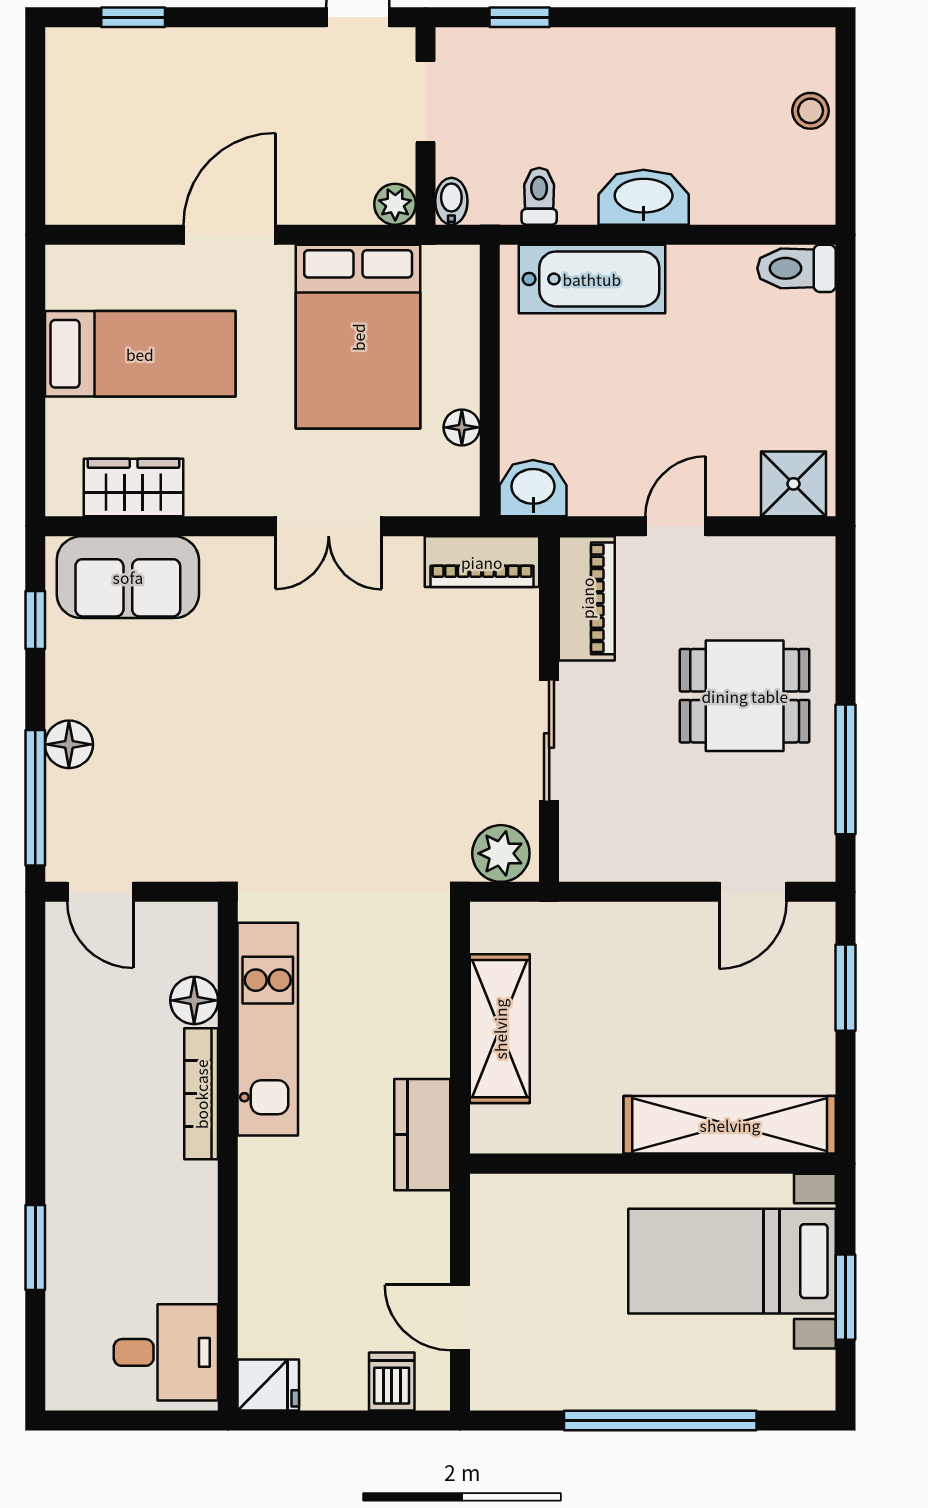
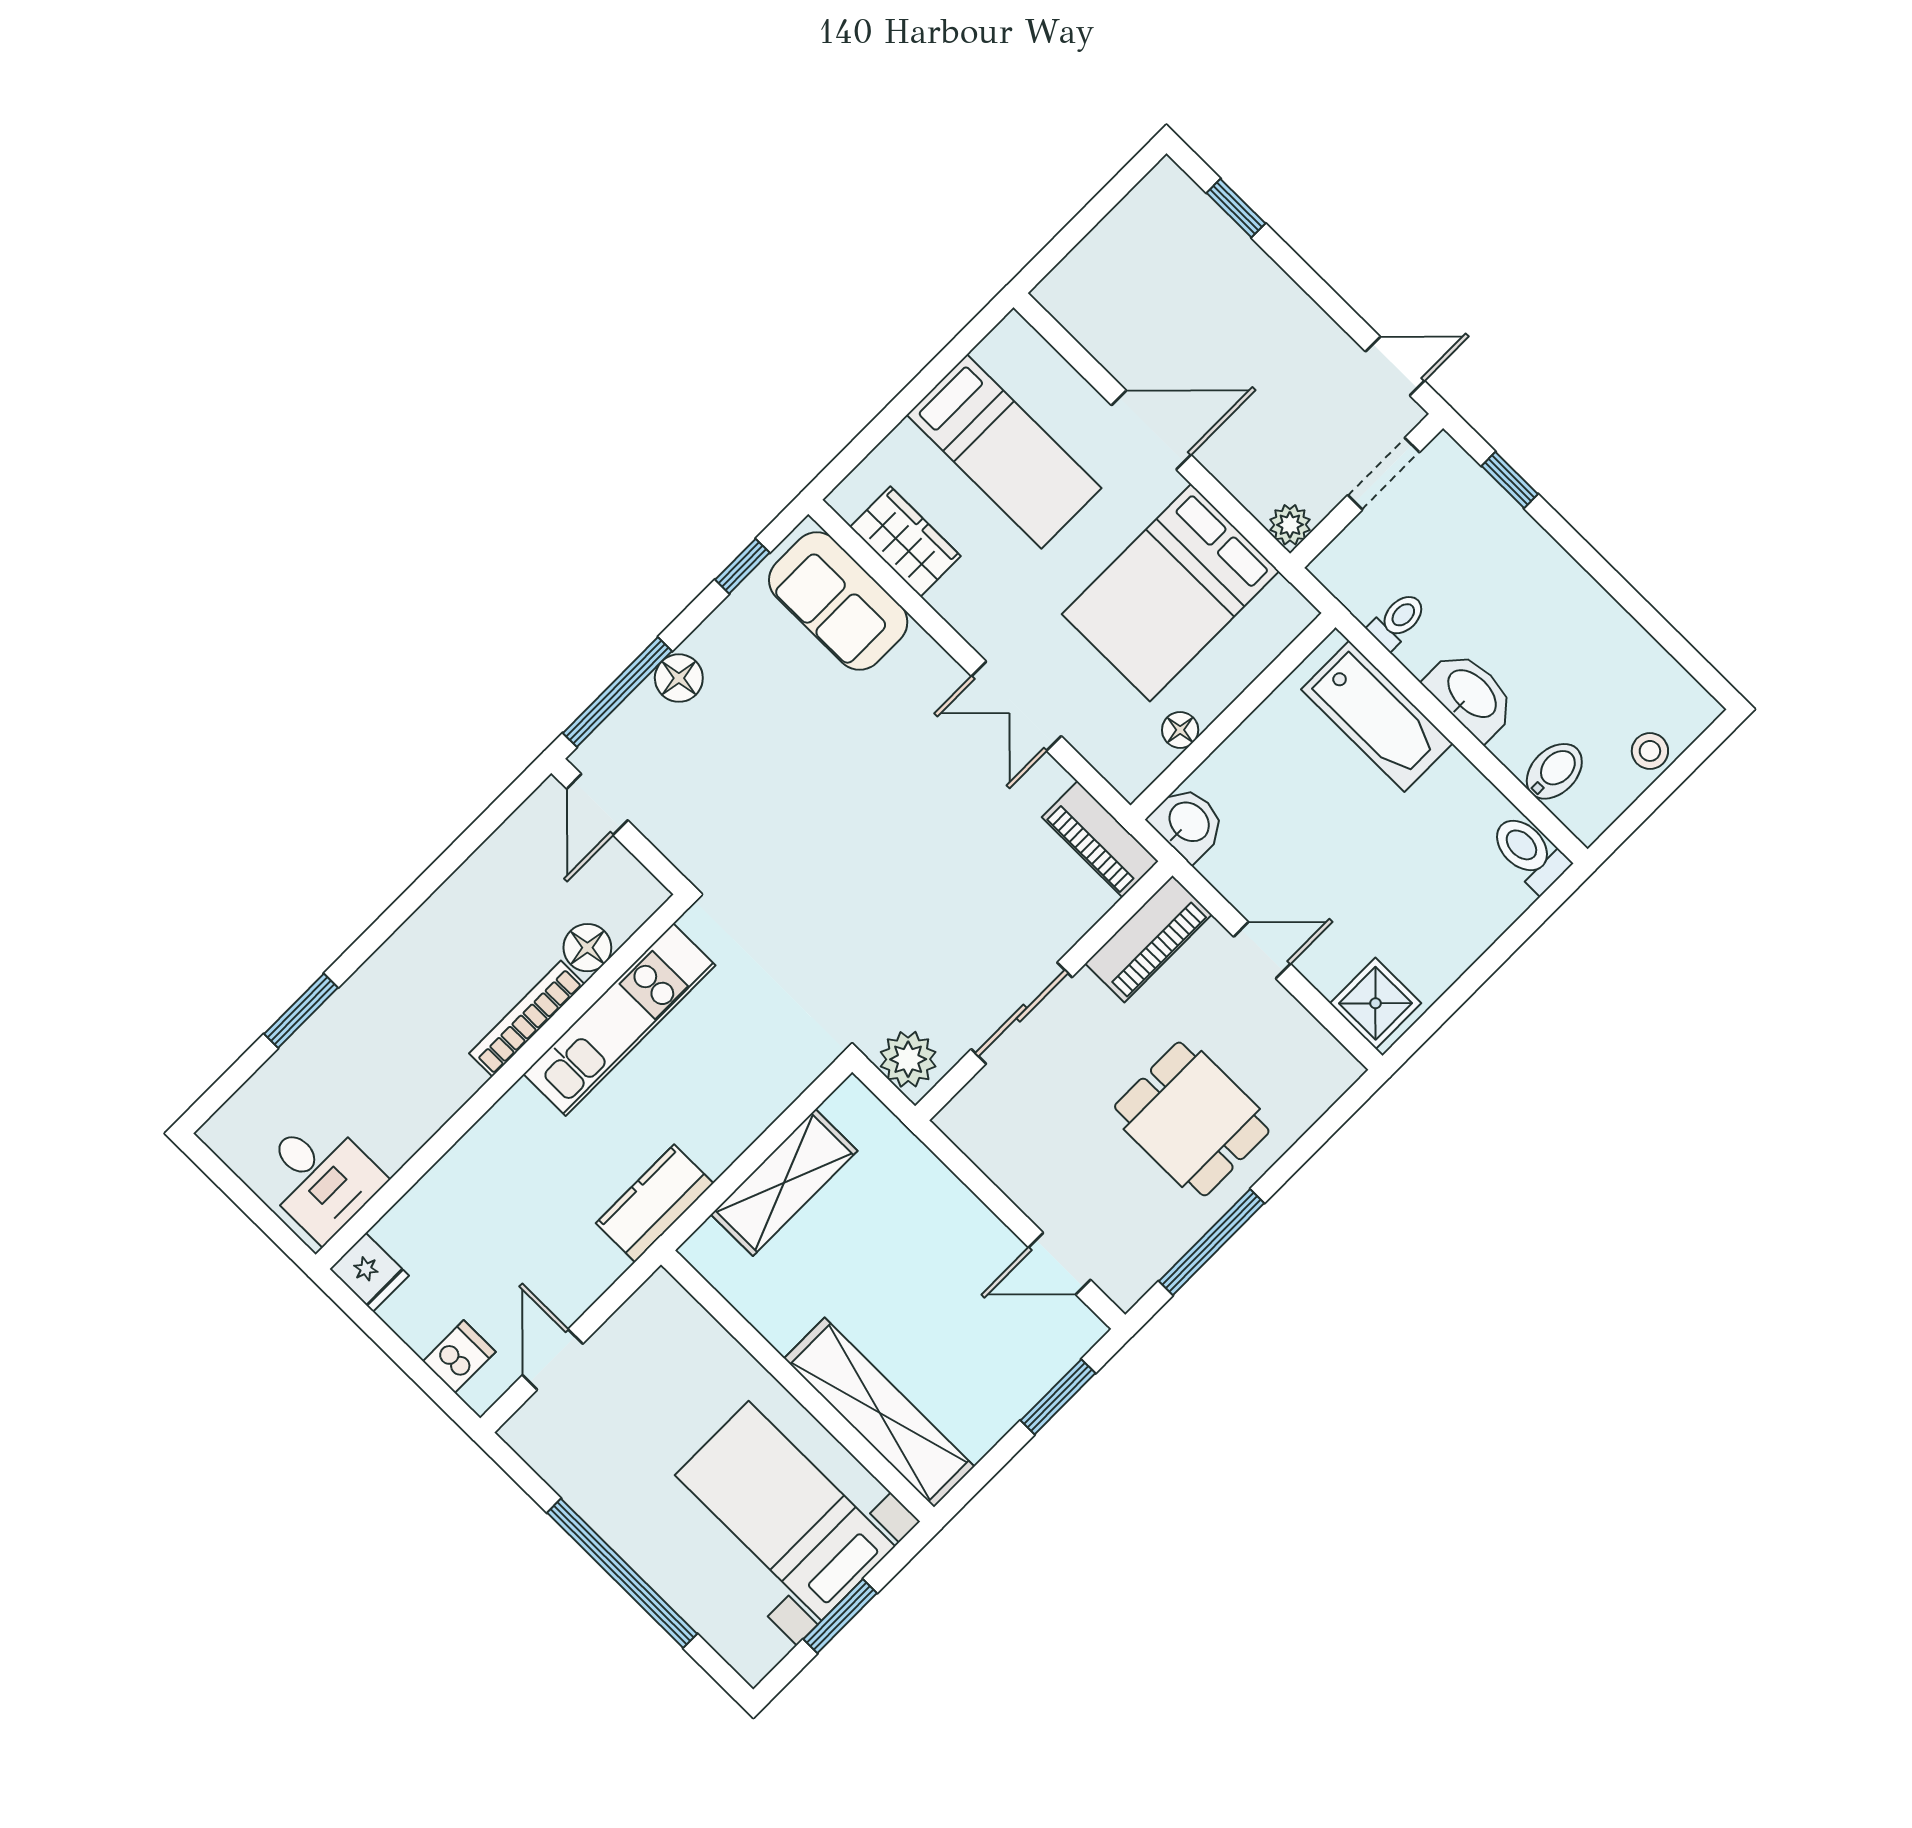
bidet: (451, 201) -> (1554, 771), moved, width x1.38, depth x1.36

